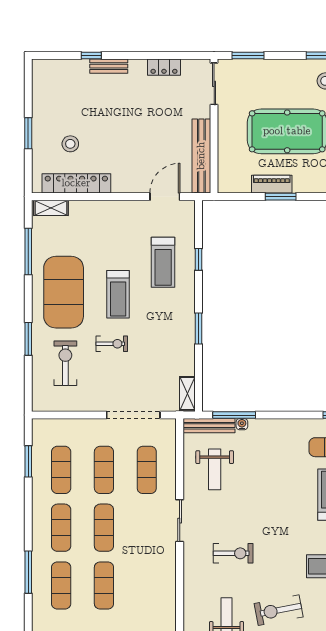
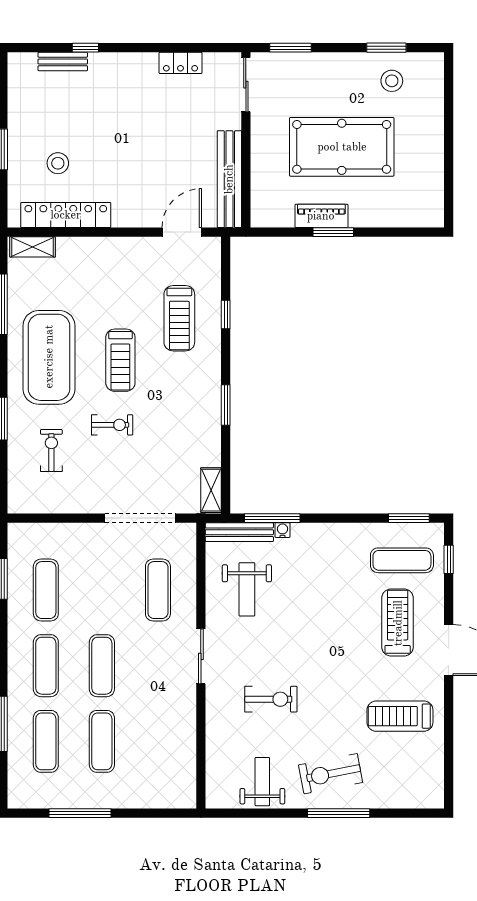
bench: (109, 66) -> (63, 61), moved
exercise bike: (65, 363) -> (51, 450), width x0.73, depth x0.72
exercise mat: (104, 470) -> (102, 590), removed

